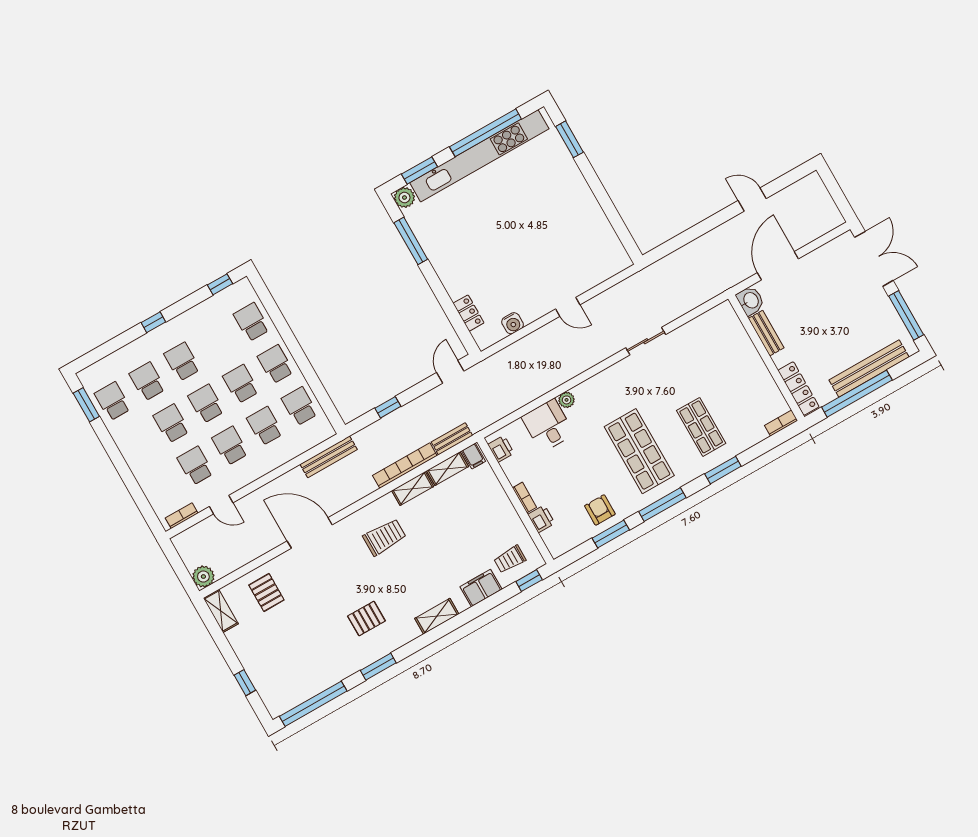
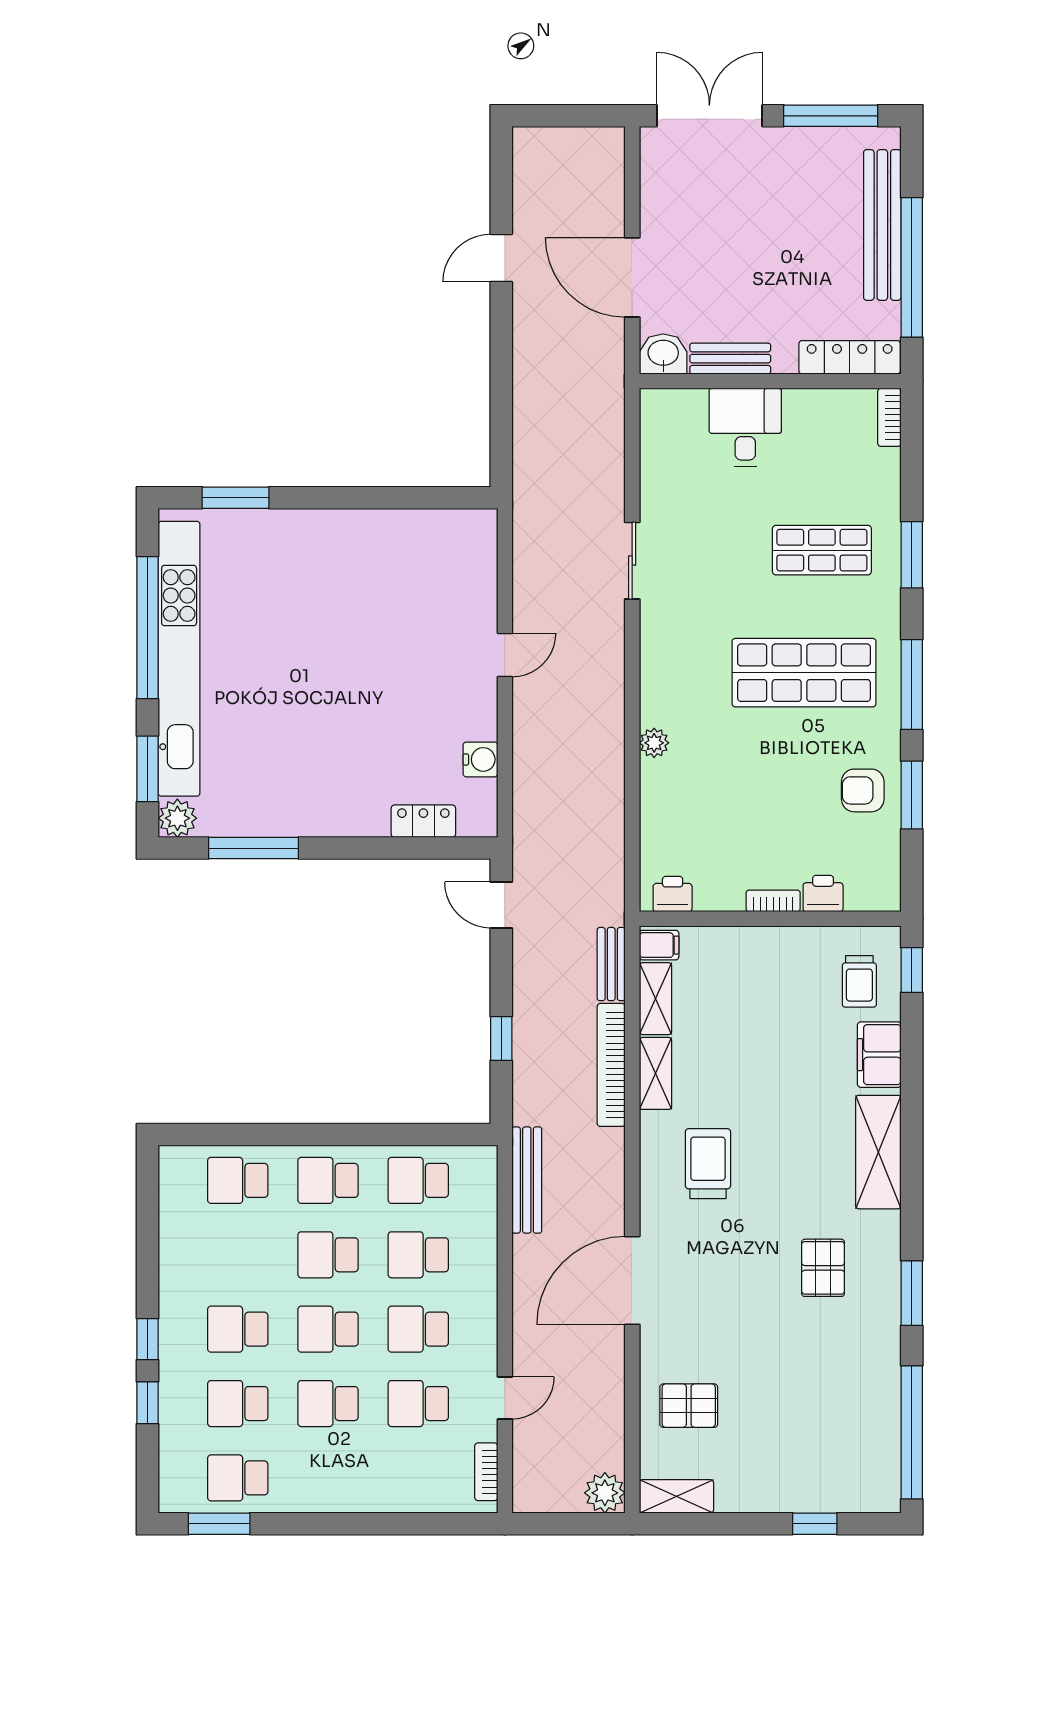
window: (220, 284) -> (148, 1403), moved
desk: (548, 426) -> (745, 427), moved, turned 90
shelving: (437, 616) -> (878, 1152), width x1.50, depth x1.33

